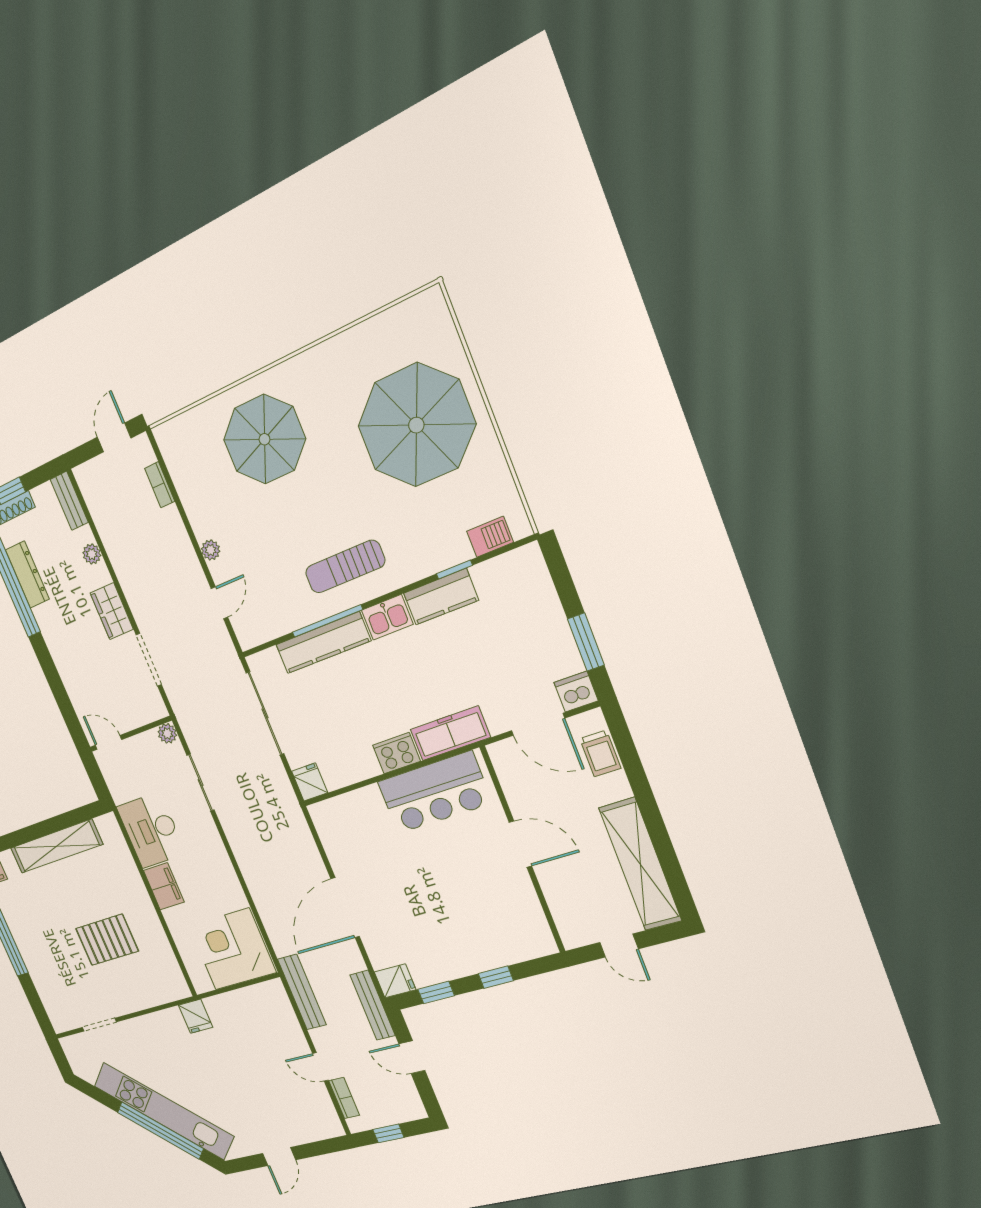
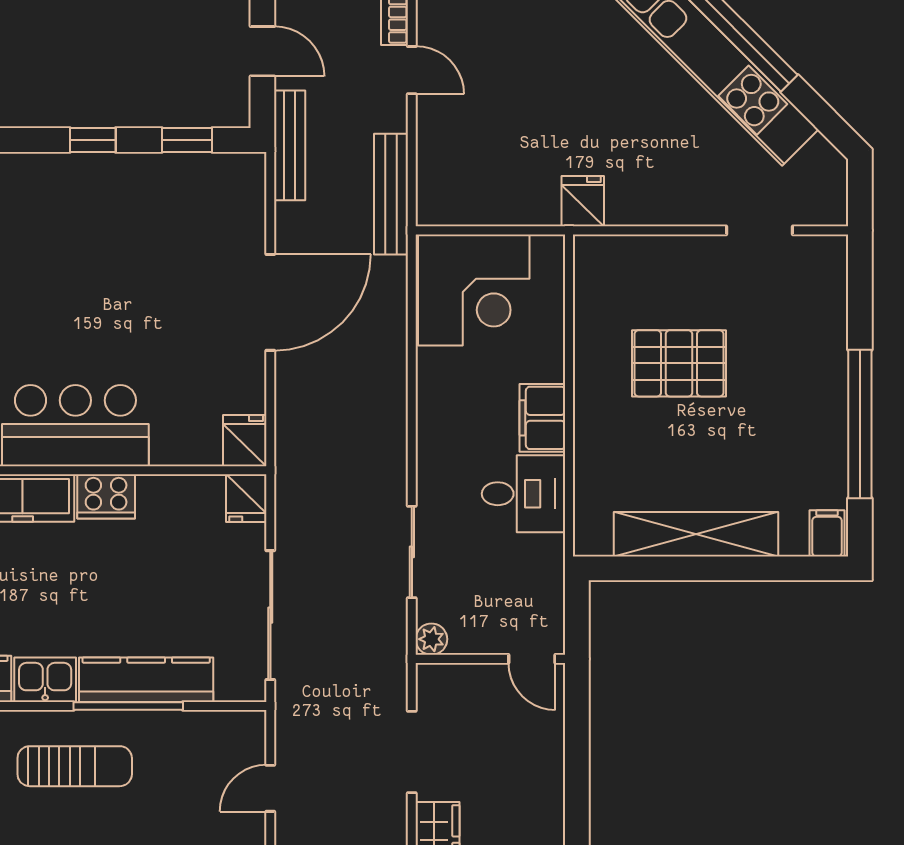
desk: (151, 830) -> (523, 494), width x0.73
fridge: (395, 981) -> (245, 441), moved, turned 90

